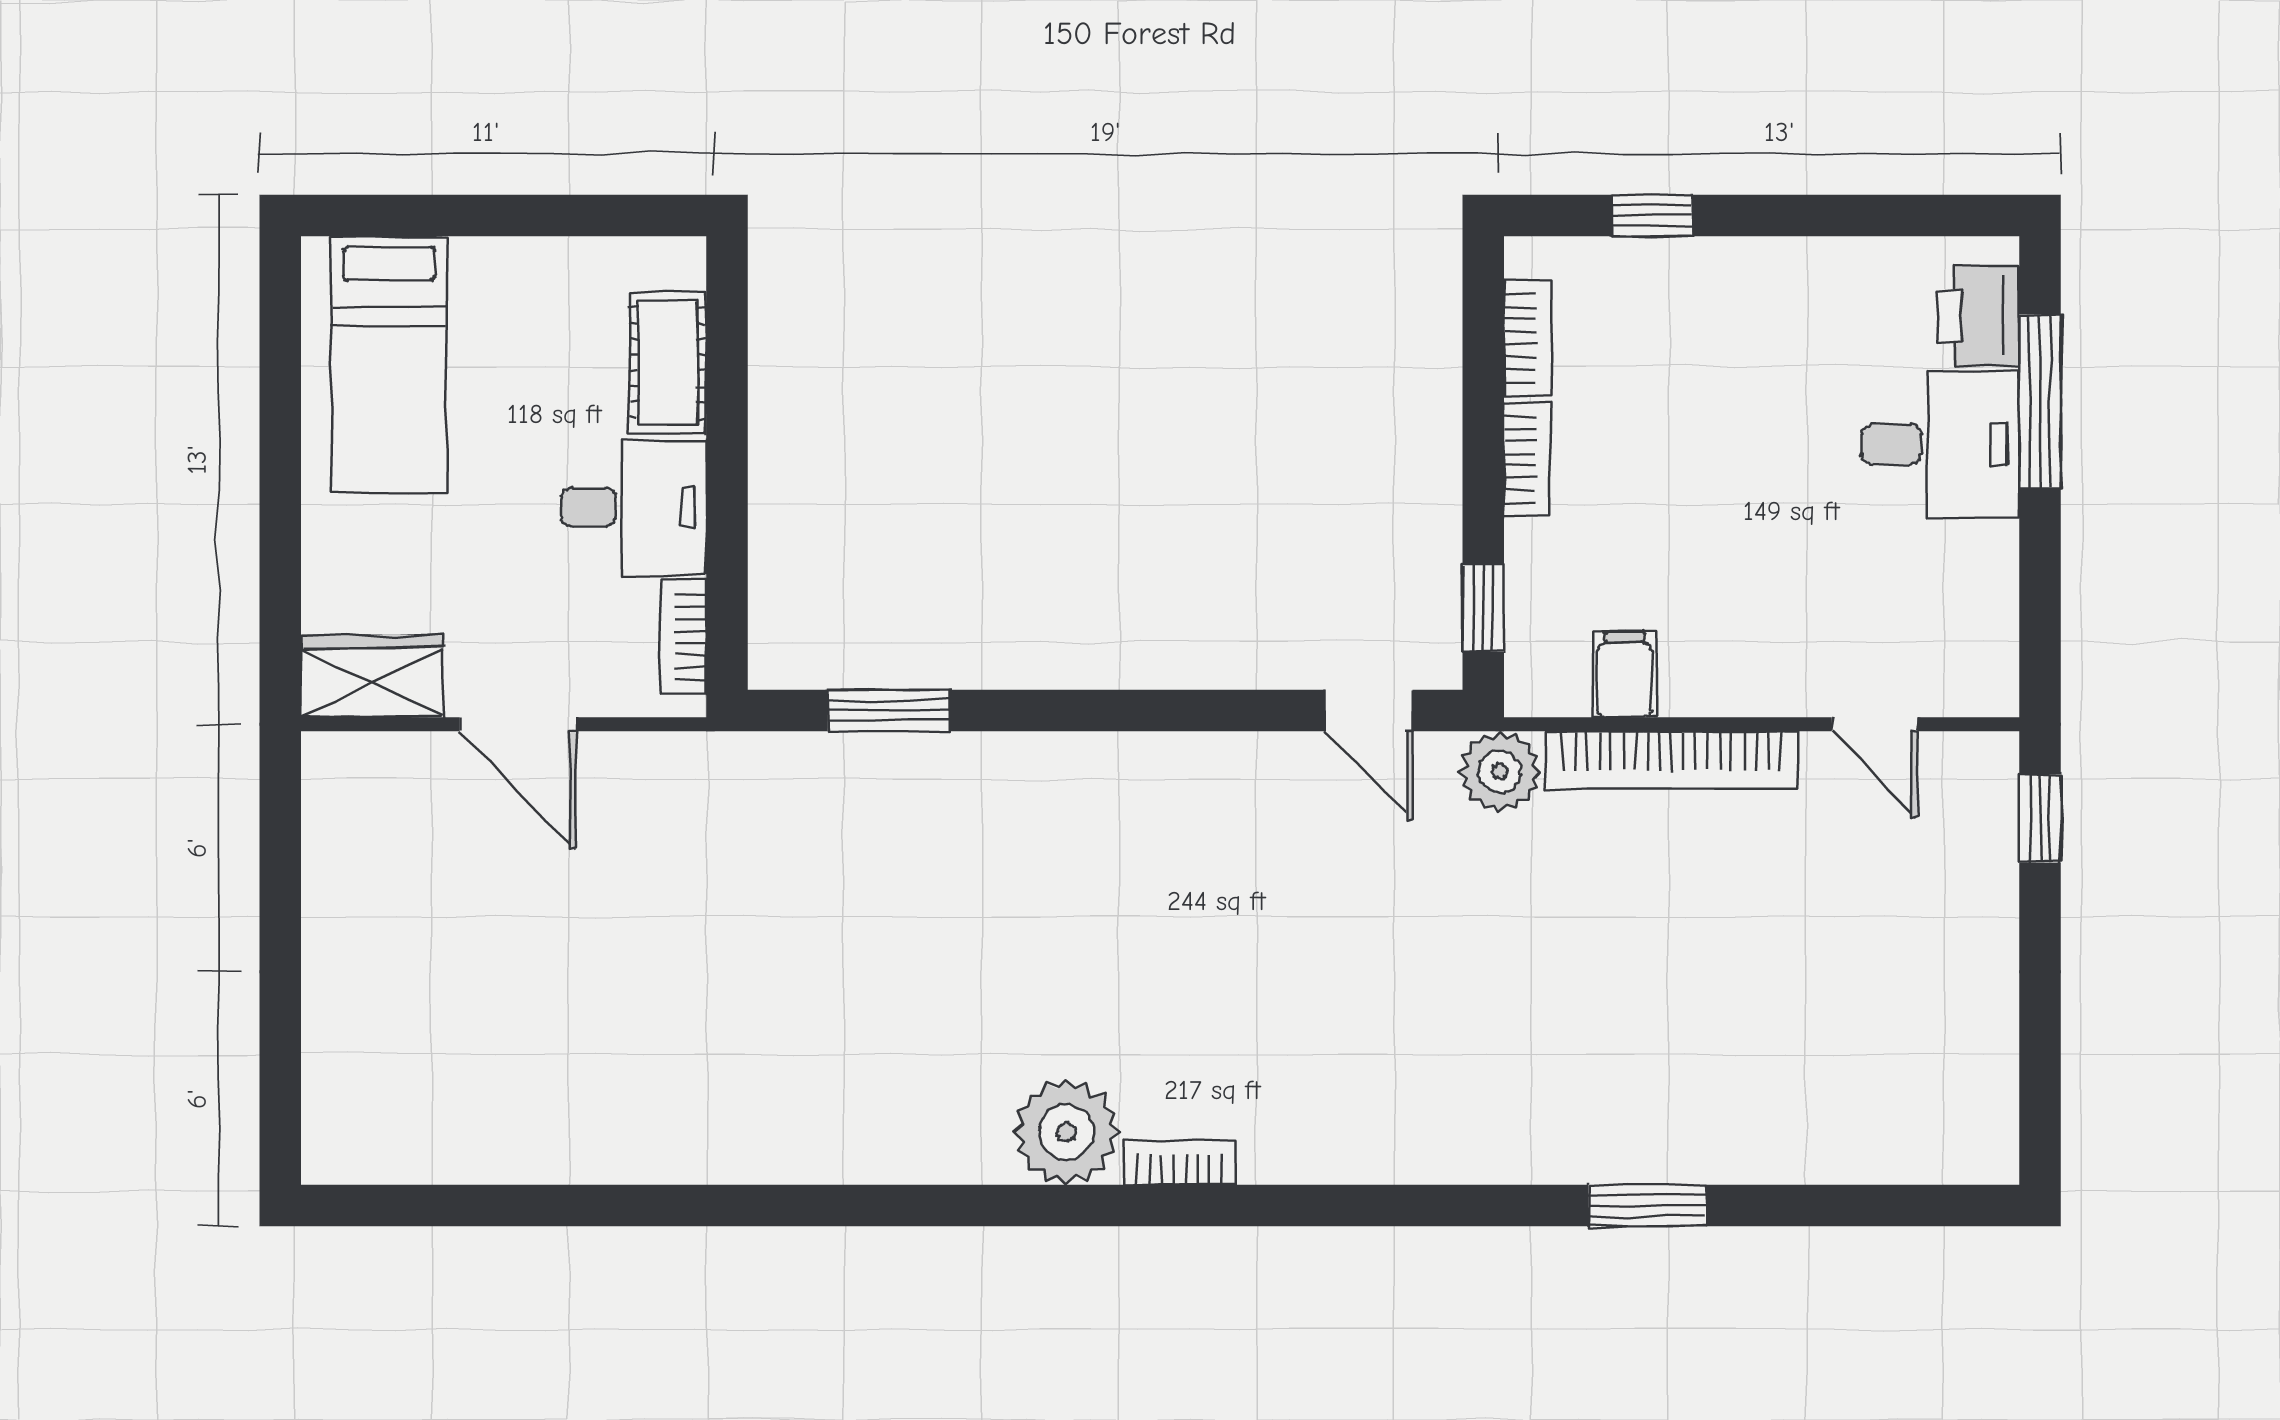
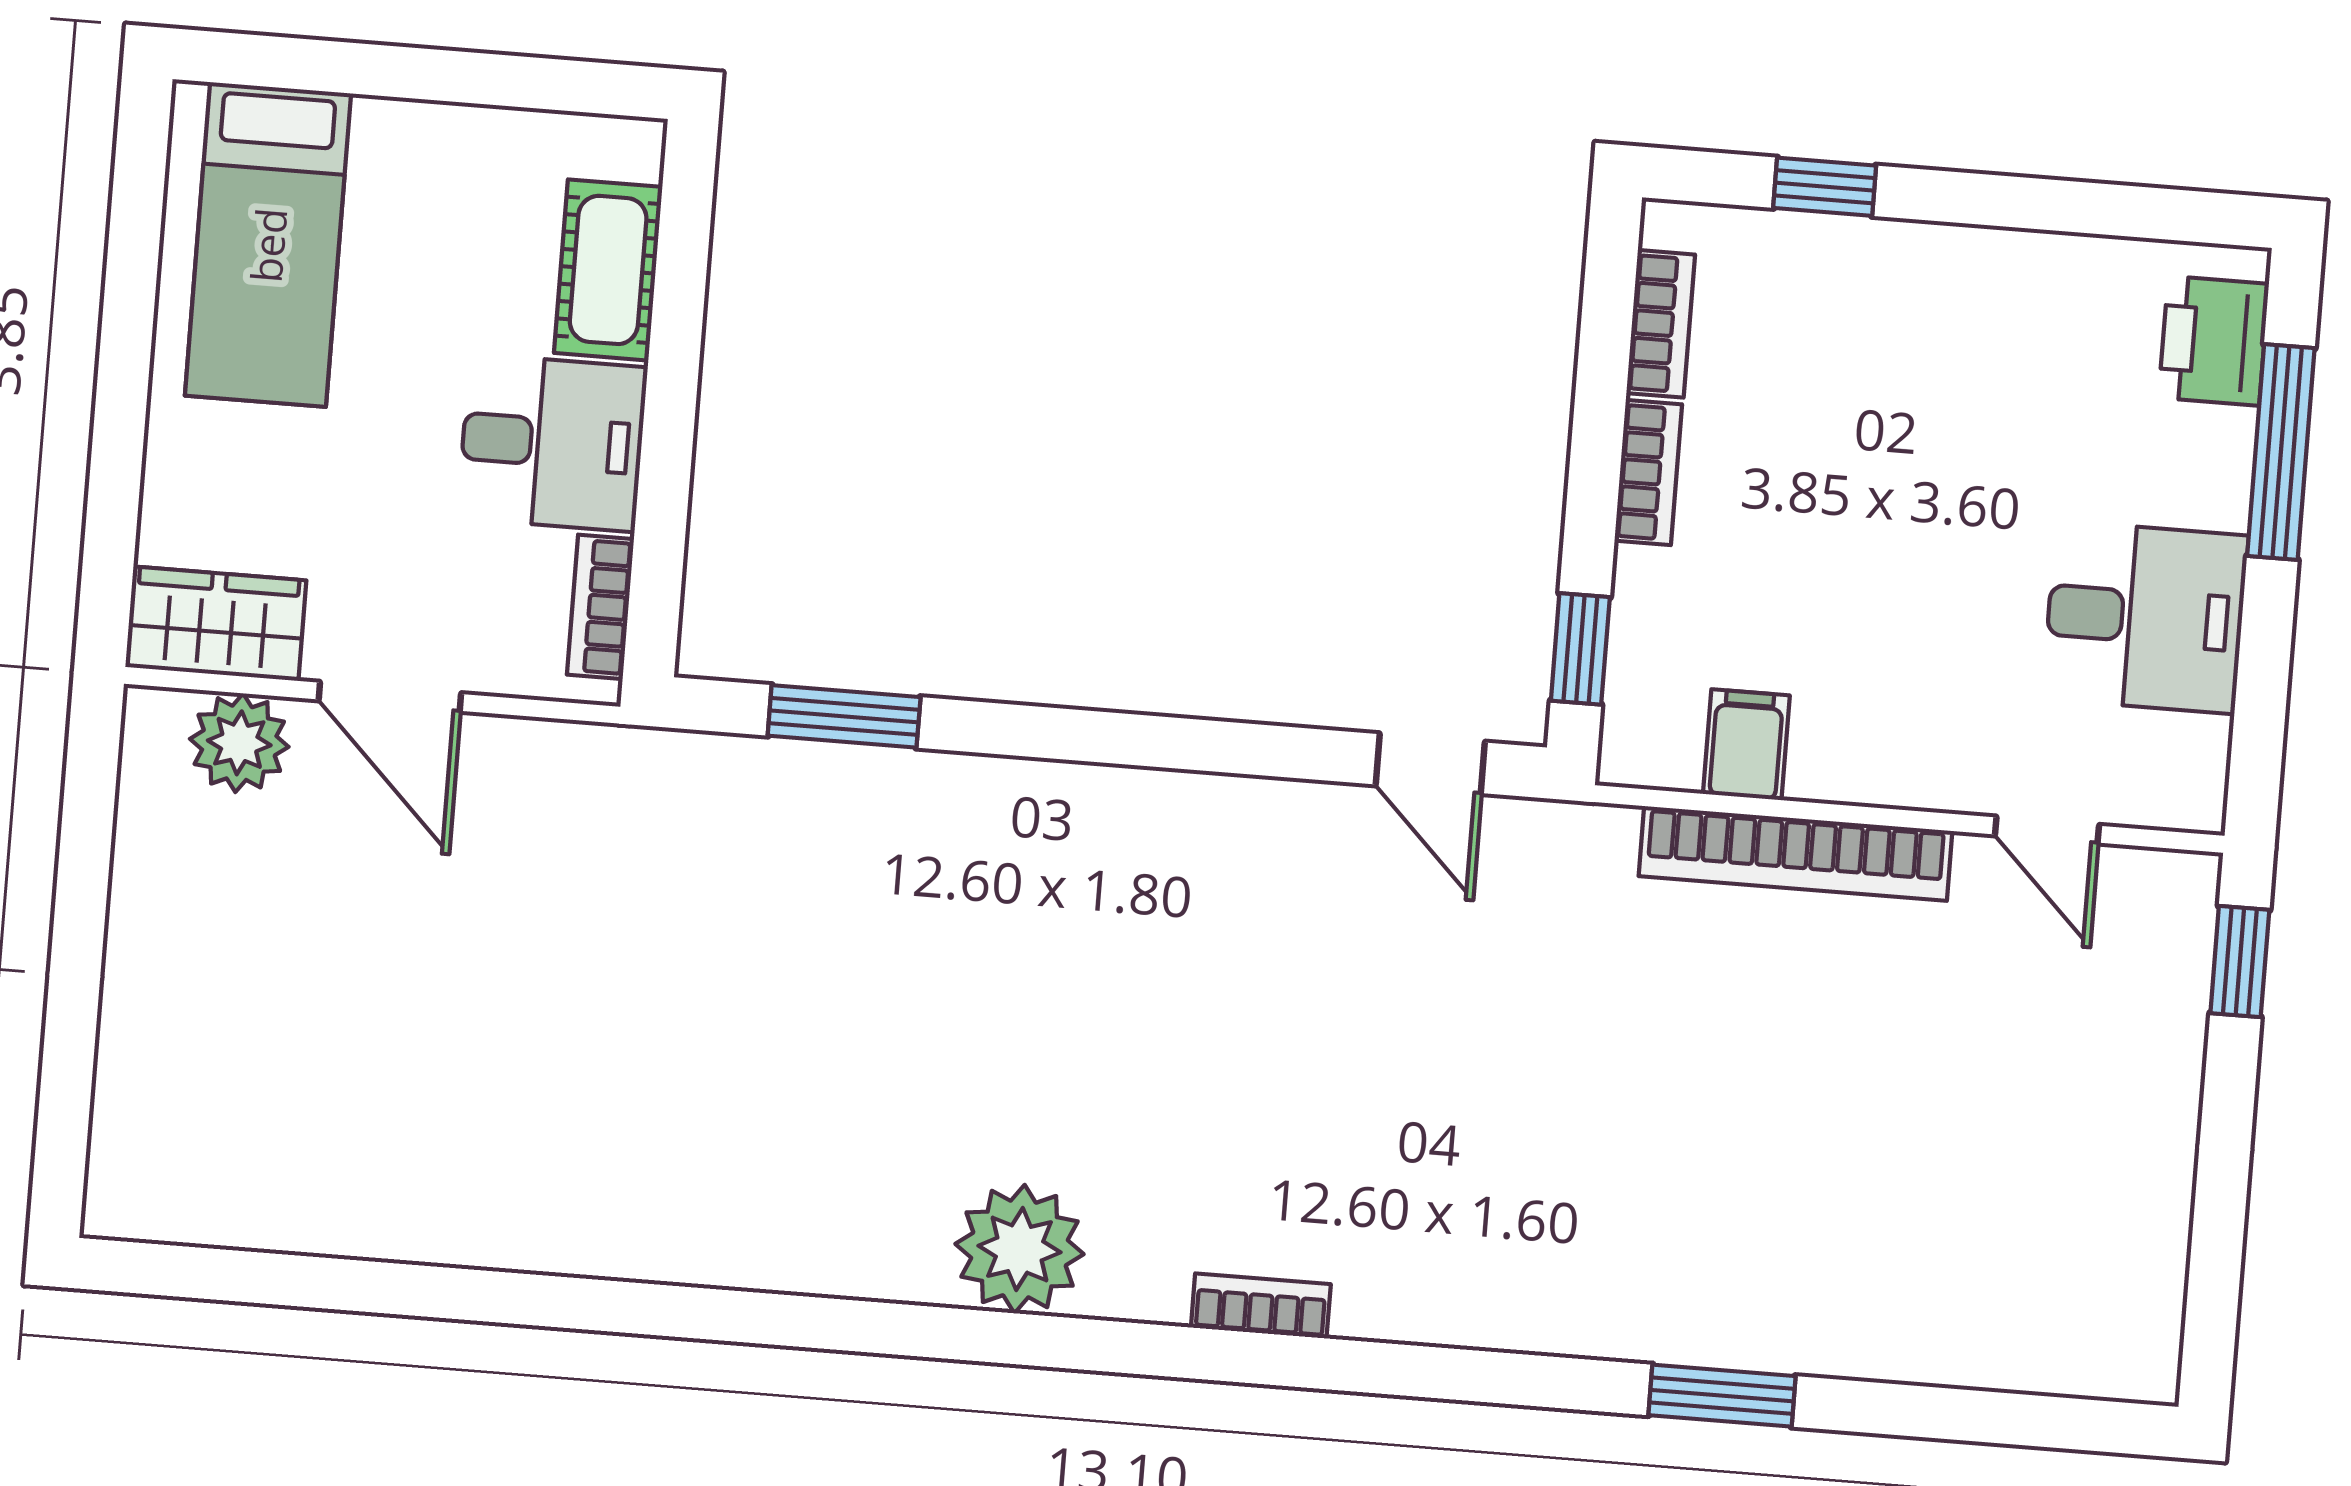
desk: (1941, 444) -> (2145, 617), moved
plant: (1499, 772) -> (239, 743), moved
bookcase: (1180, 1163) -> (1261, 1306), moved

